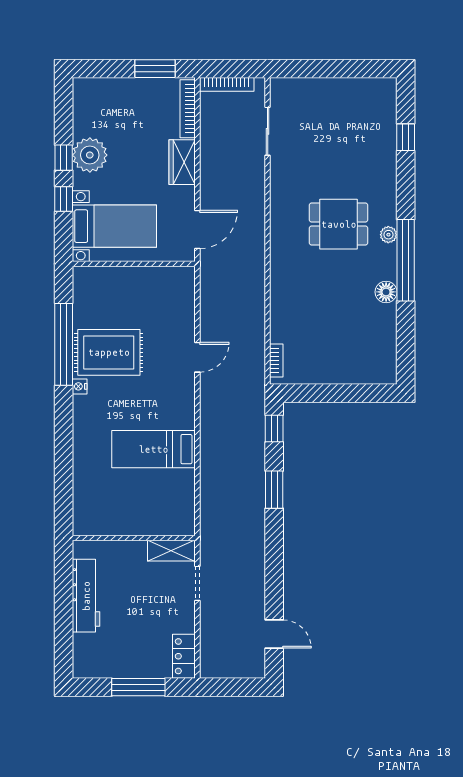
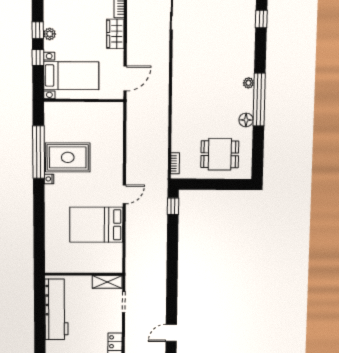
plant: (90, 155) -> (50, 34), width x0.53, depth x0.53
dining table: (339, 224) -> (220, 154), moved
door: (197, 357) -> (124, 194), moved
bed: (154, 449) -> (96, 225), width x1.50
window: (274, 490) -> (172, 244), removed
workbench: (86, 596) -> (57, 309), width x1.36, depth x1.32
door: (274, 634) -> (171, 333), swing flipped

